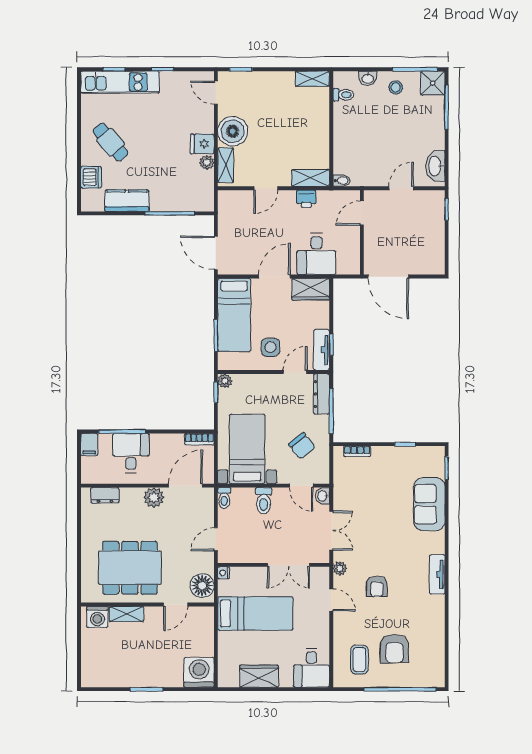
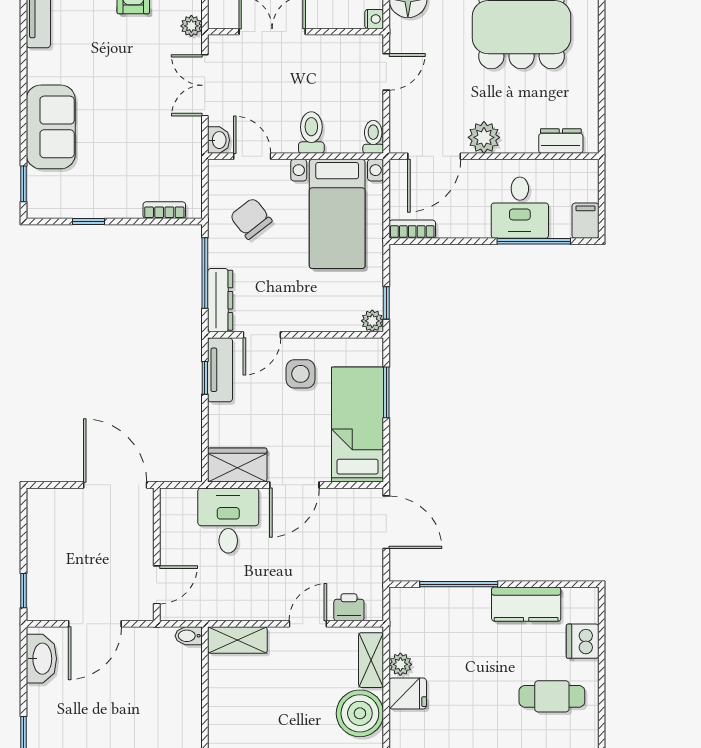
cafe table: (111, 142) -> (552, 696), turned -50
door: (401, 188) -> (95, 624), width x1.38
printer: (306, 199) -> (349, 607), moved

